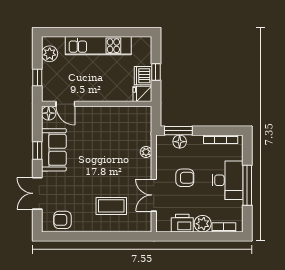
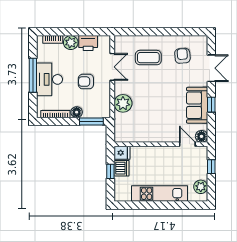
floor lamp: (180, 142) -> (77, 112), moved
plant: (146, 152) -> (123, 103), width x1.88, depth x1.88
armchair: (63, 220) -> (182, 56), moved, turned -95

